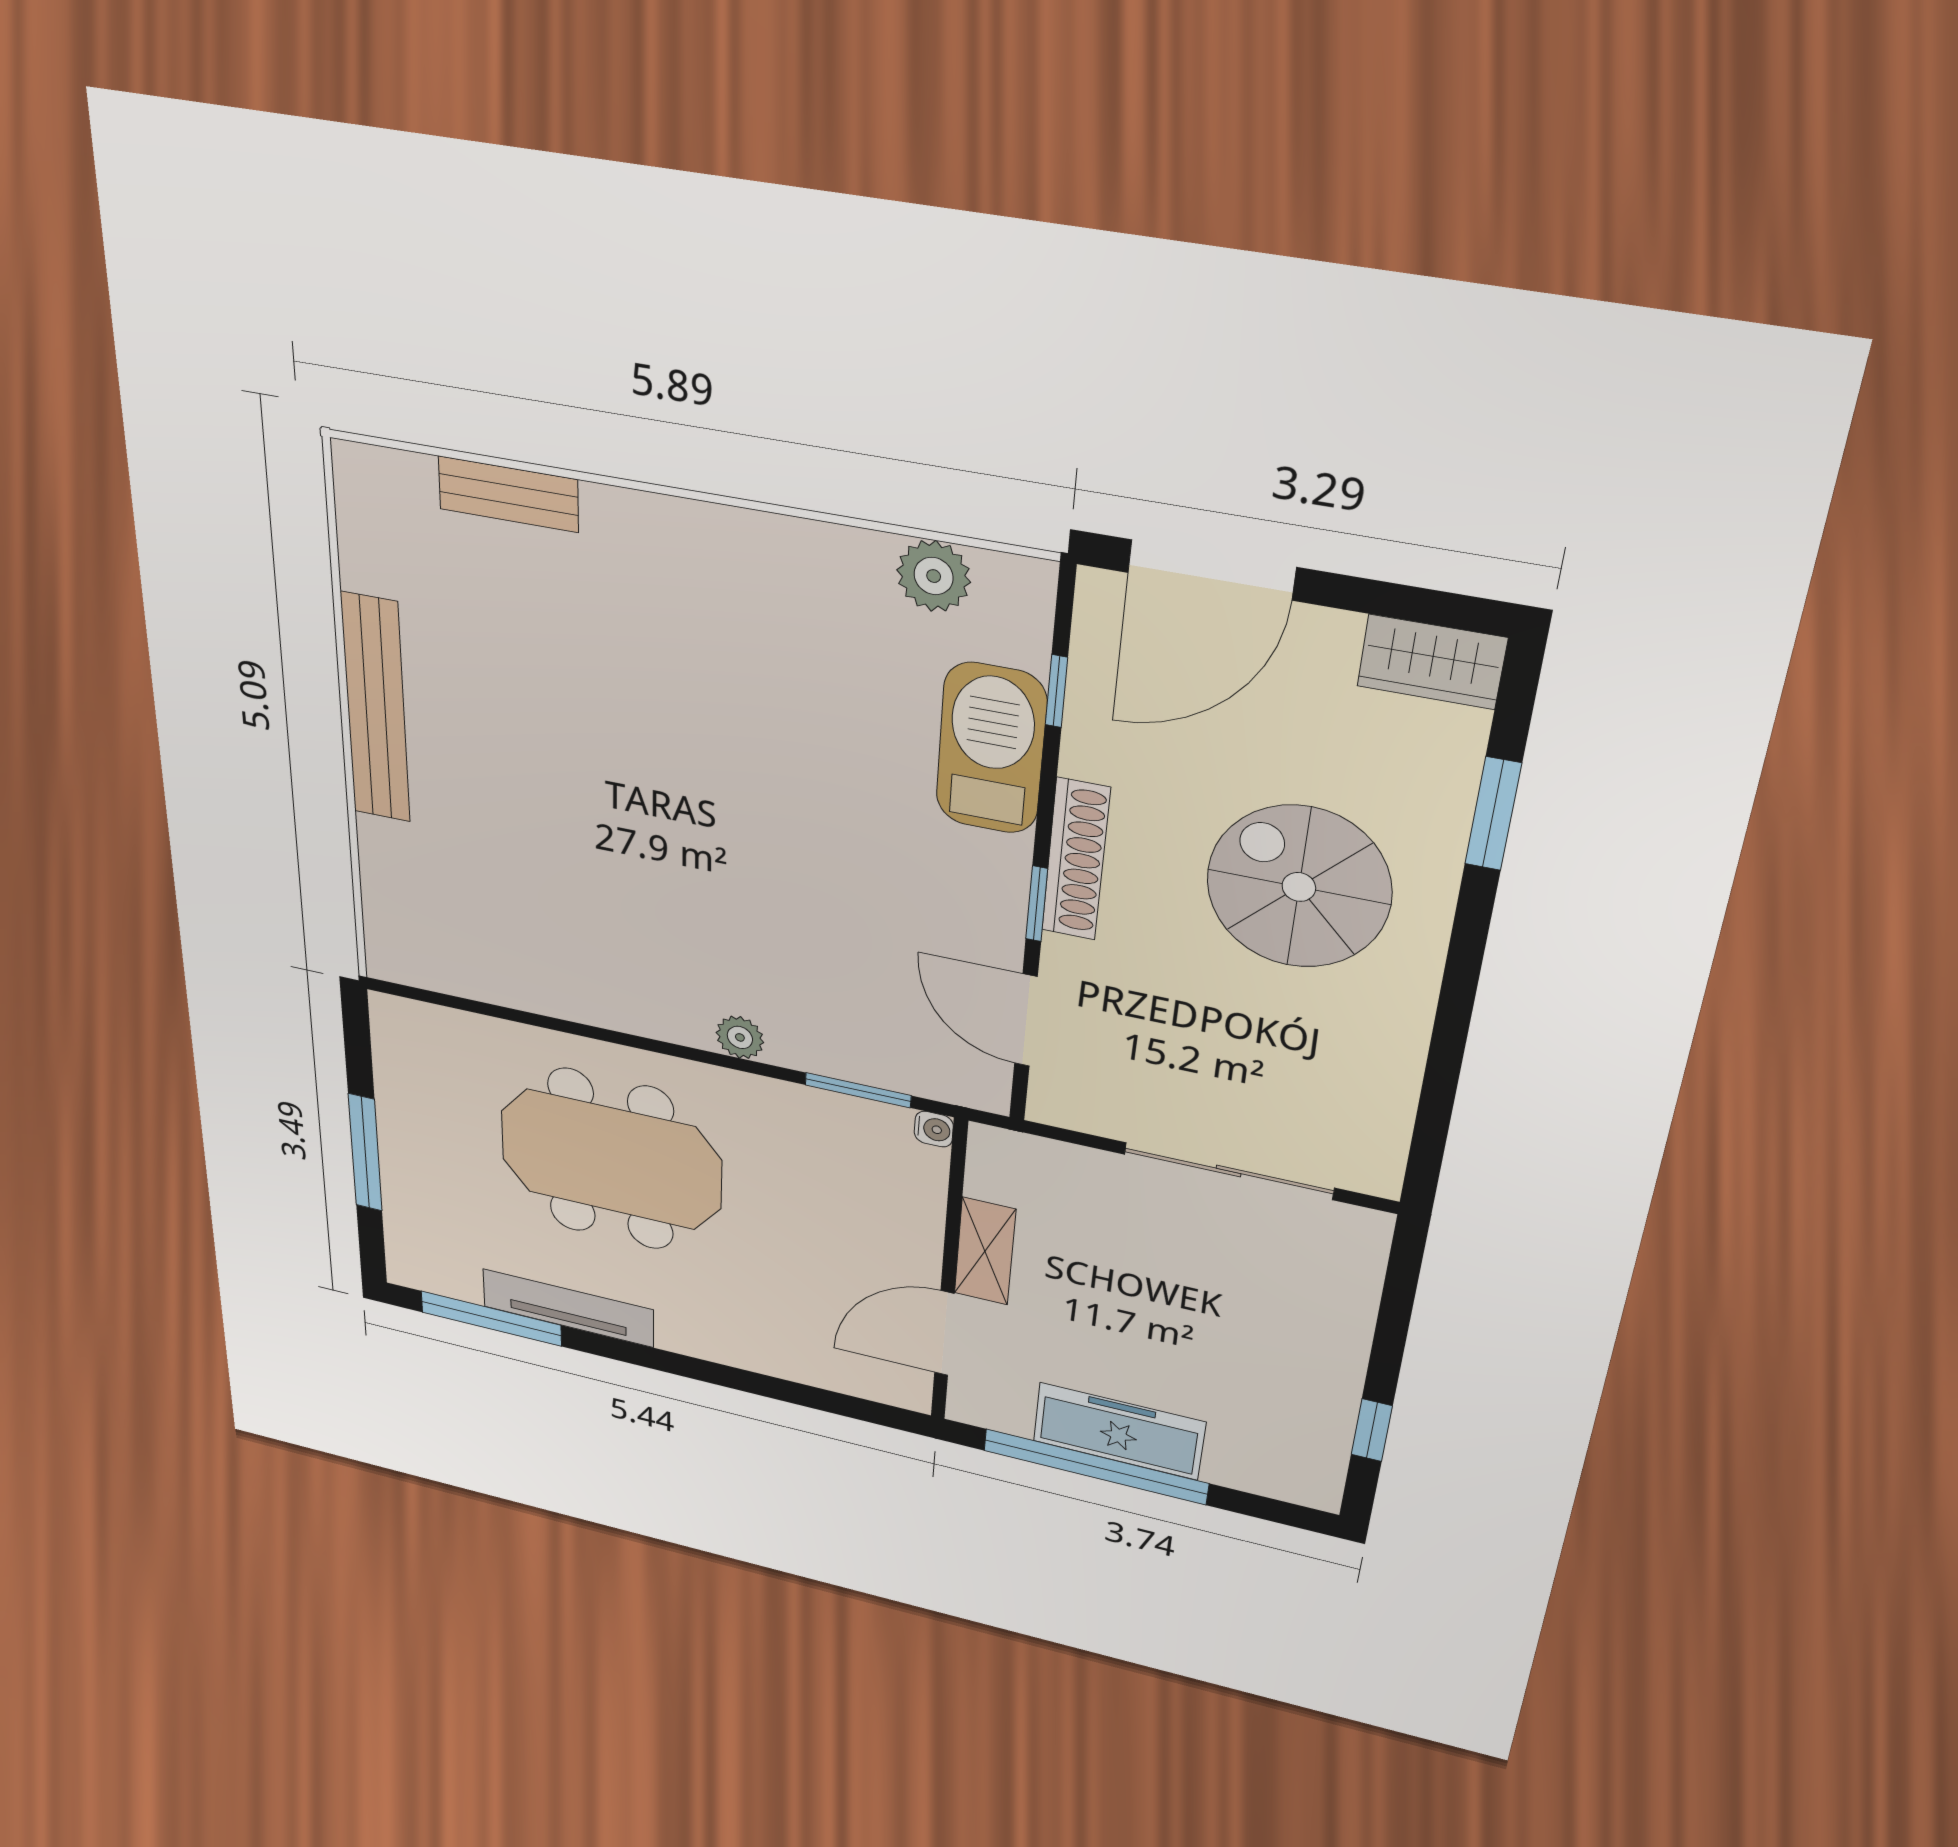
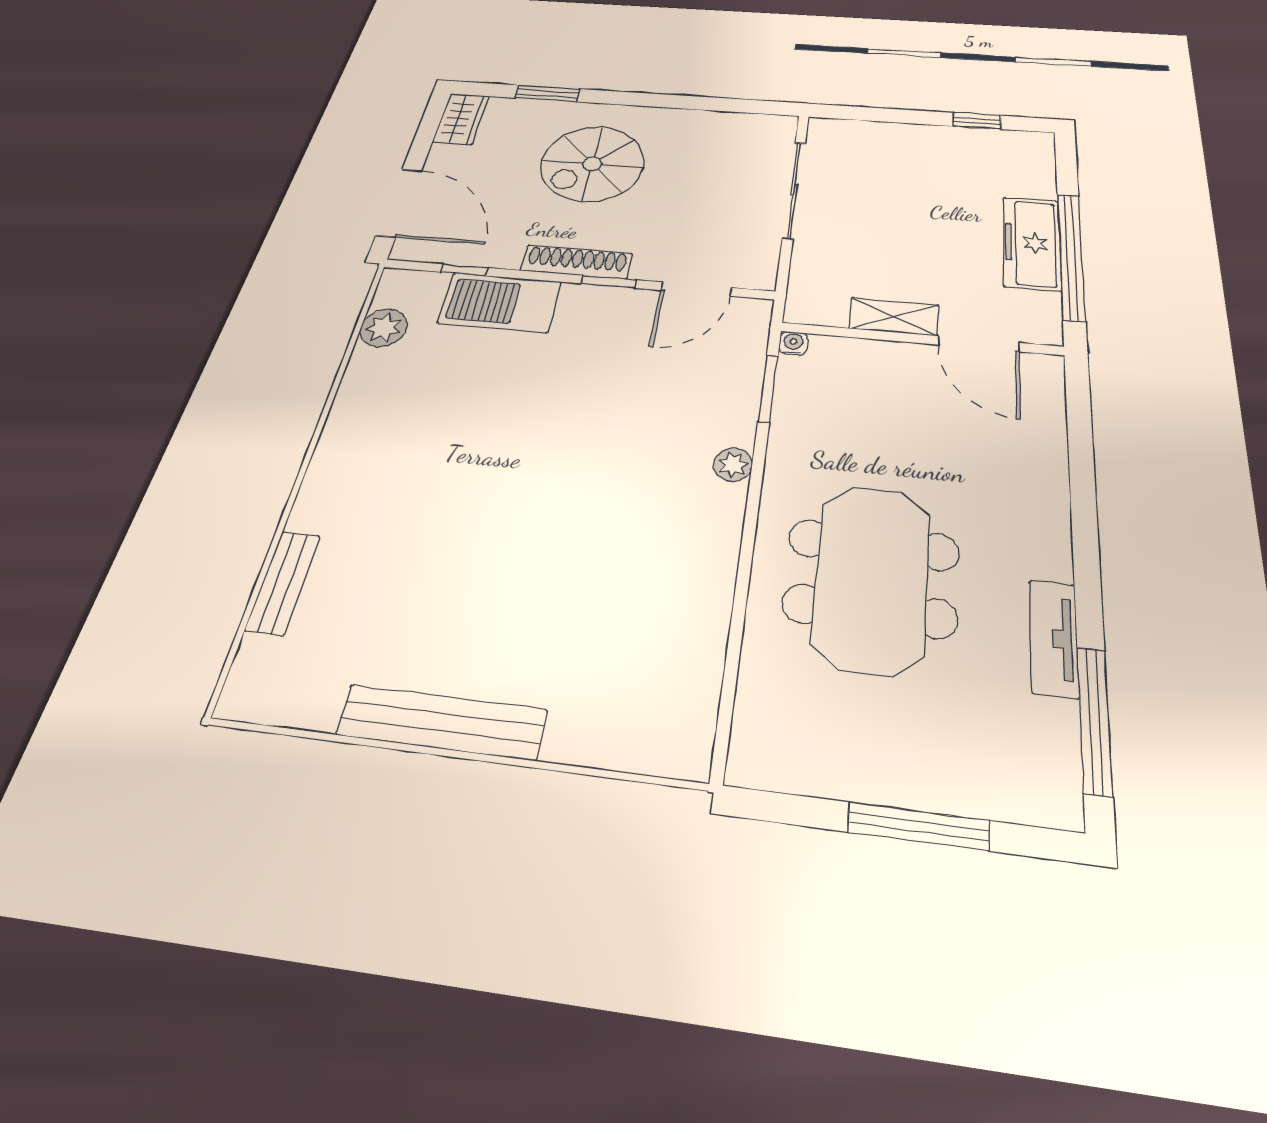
tv unit: (568, 1308) -> (1054, 638), width x0.71

